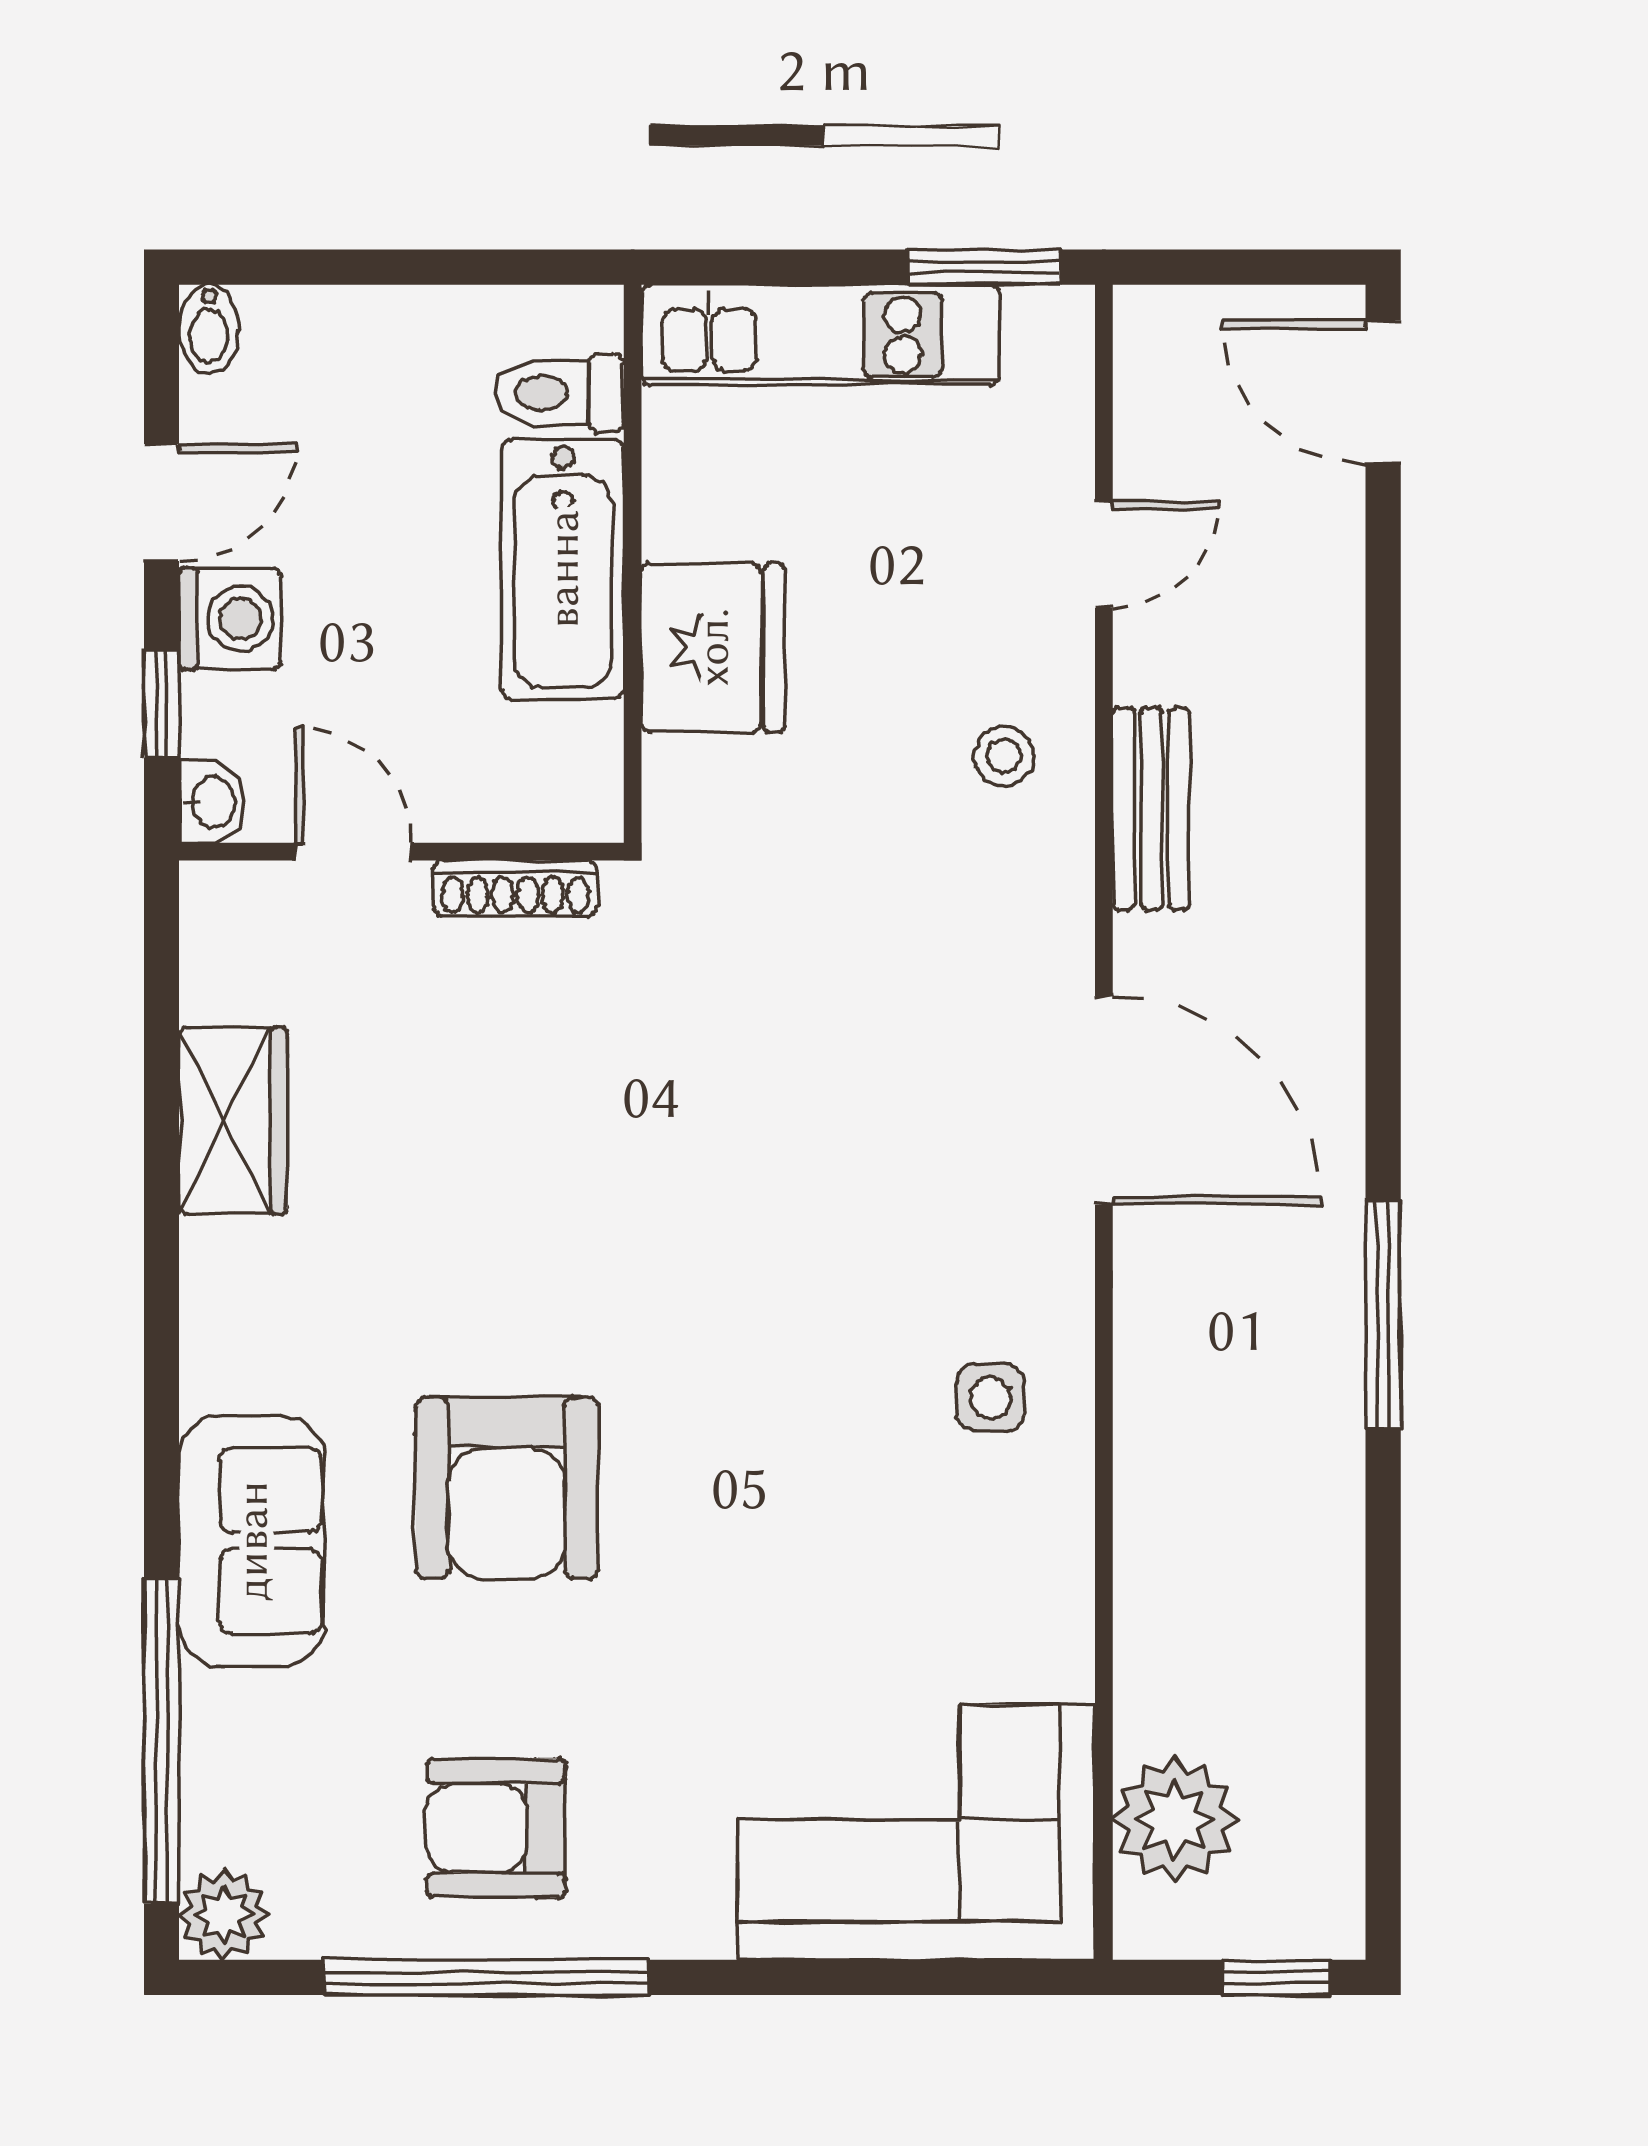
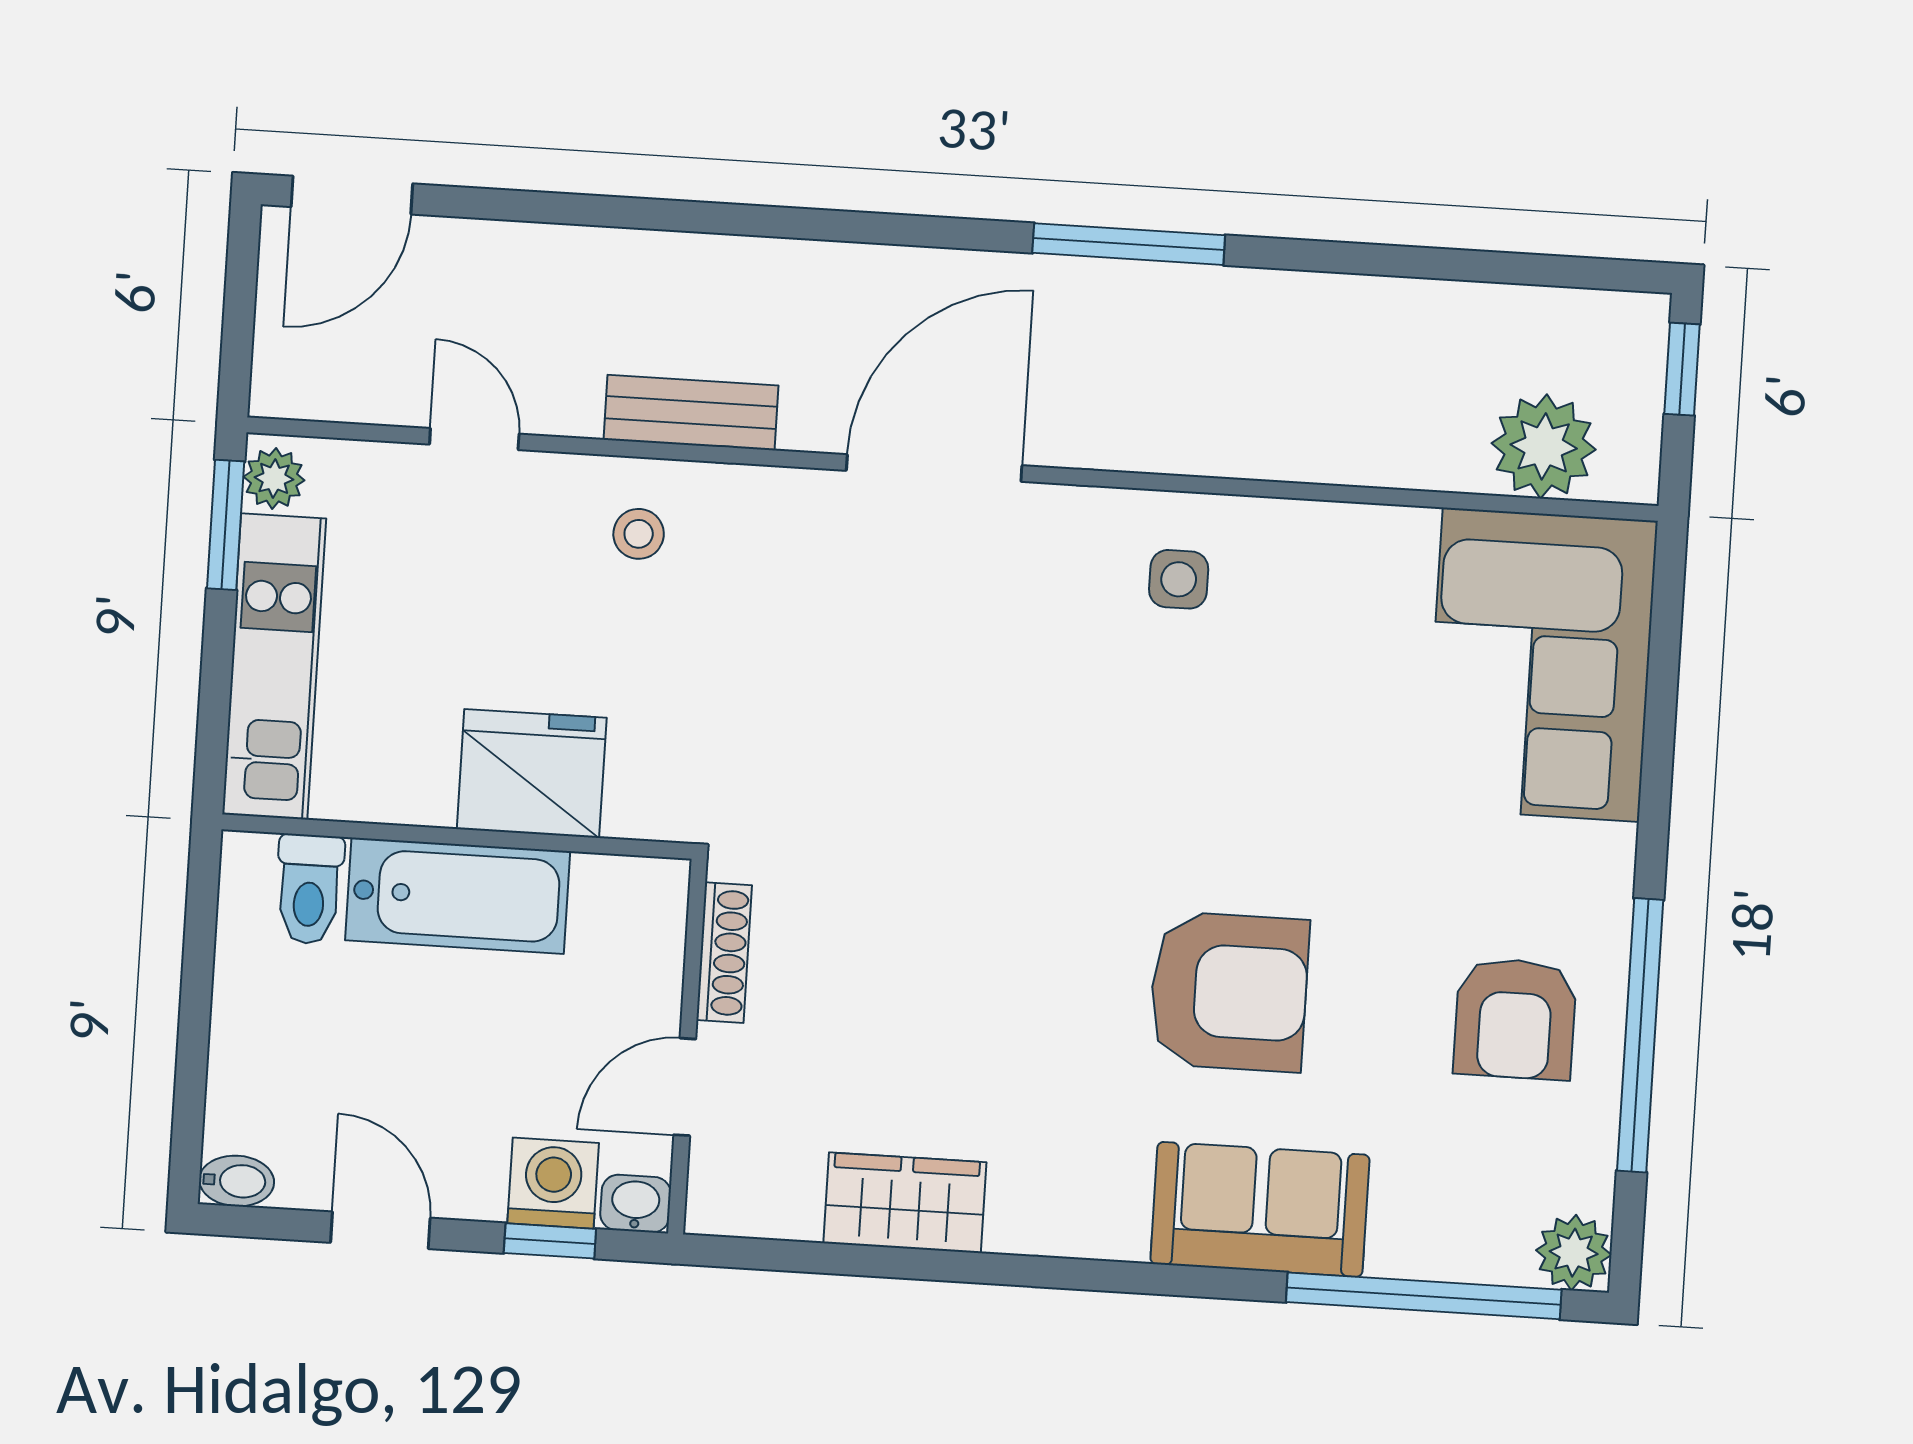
plant: (1042, 321) -> (274, 478), added
washing machine: (230, 619) -> (553, 1183), moved

